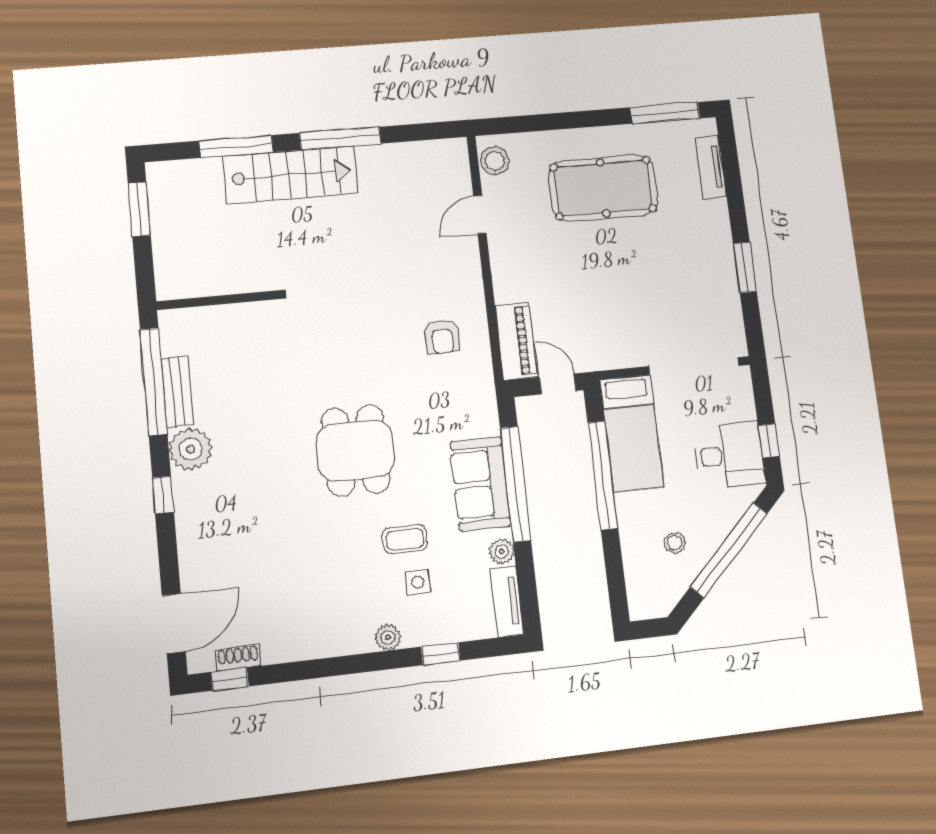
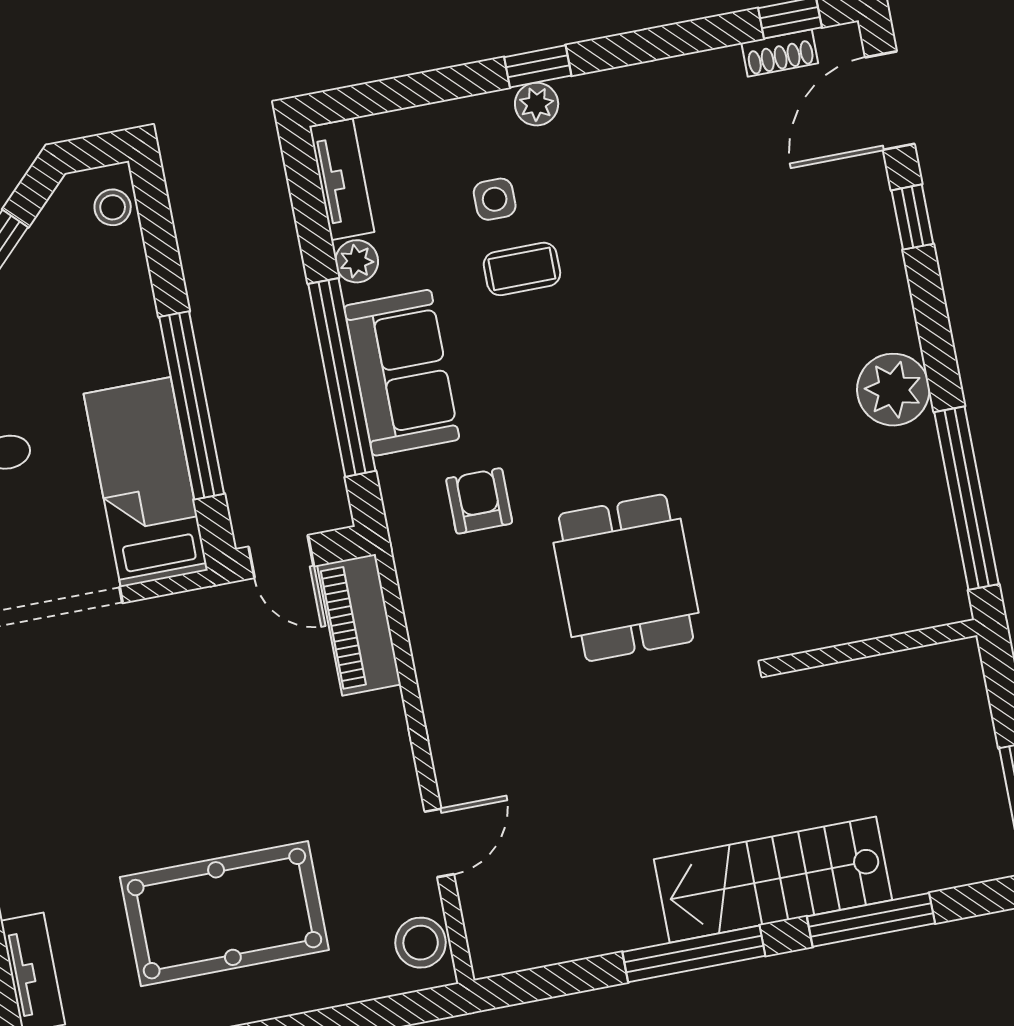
armchair: (442, 337) -> (479, 501), moved
bench: (177, 392) -> (925, 485), removed
dining table: (355, 450) -> (626, 578), moved
window: (163, 495) -> (912, 217), moved
stool: (675, 543) -> (113, 207), moved
window: (441, 654) -> (538, 66), moved

